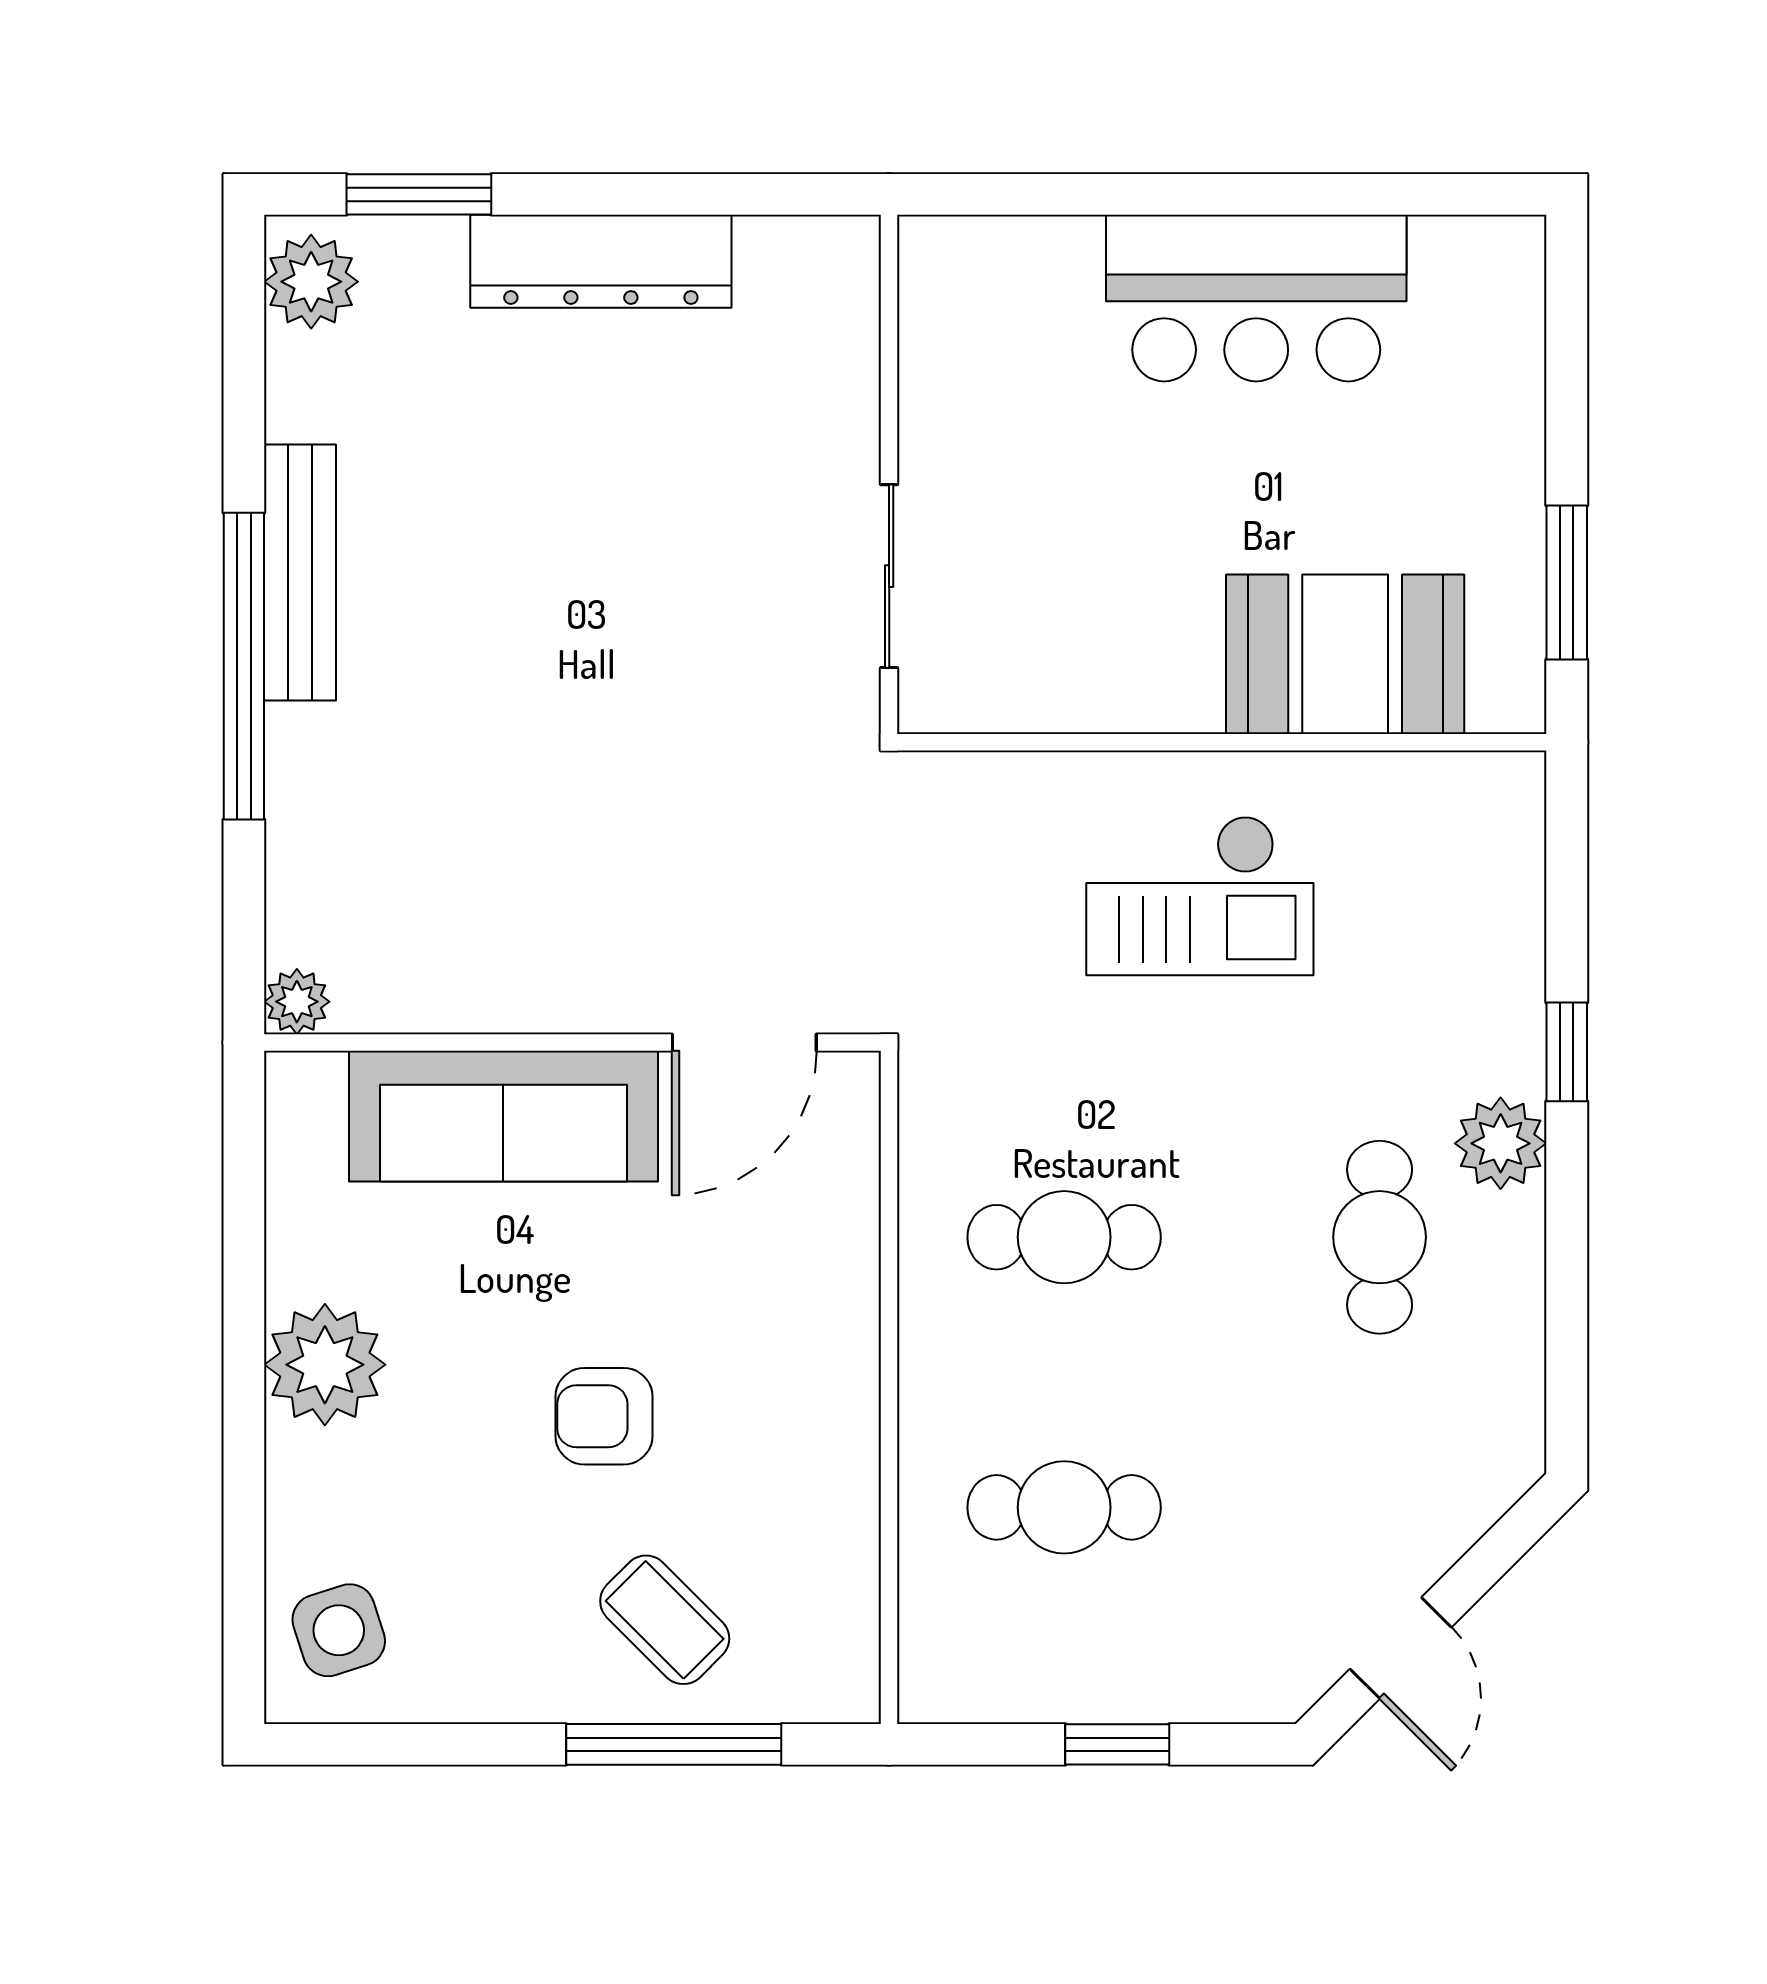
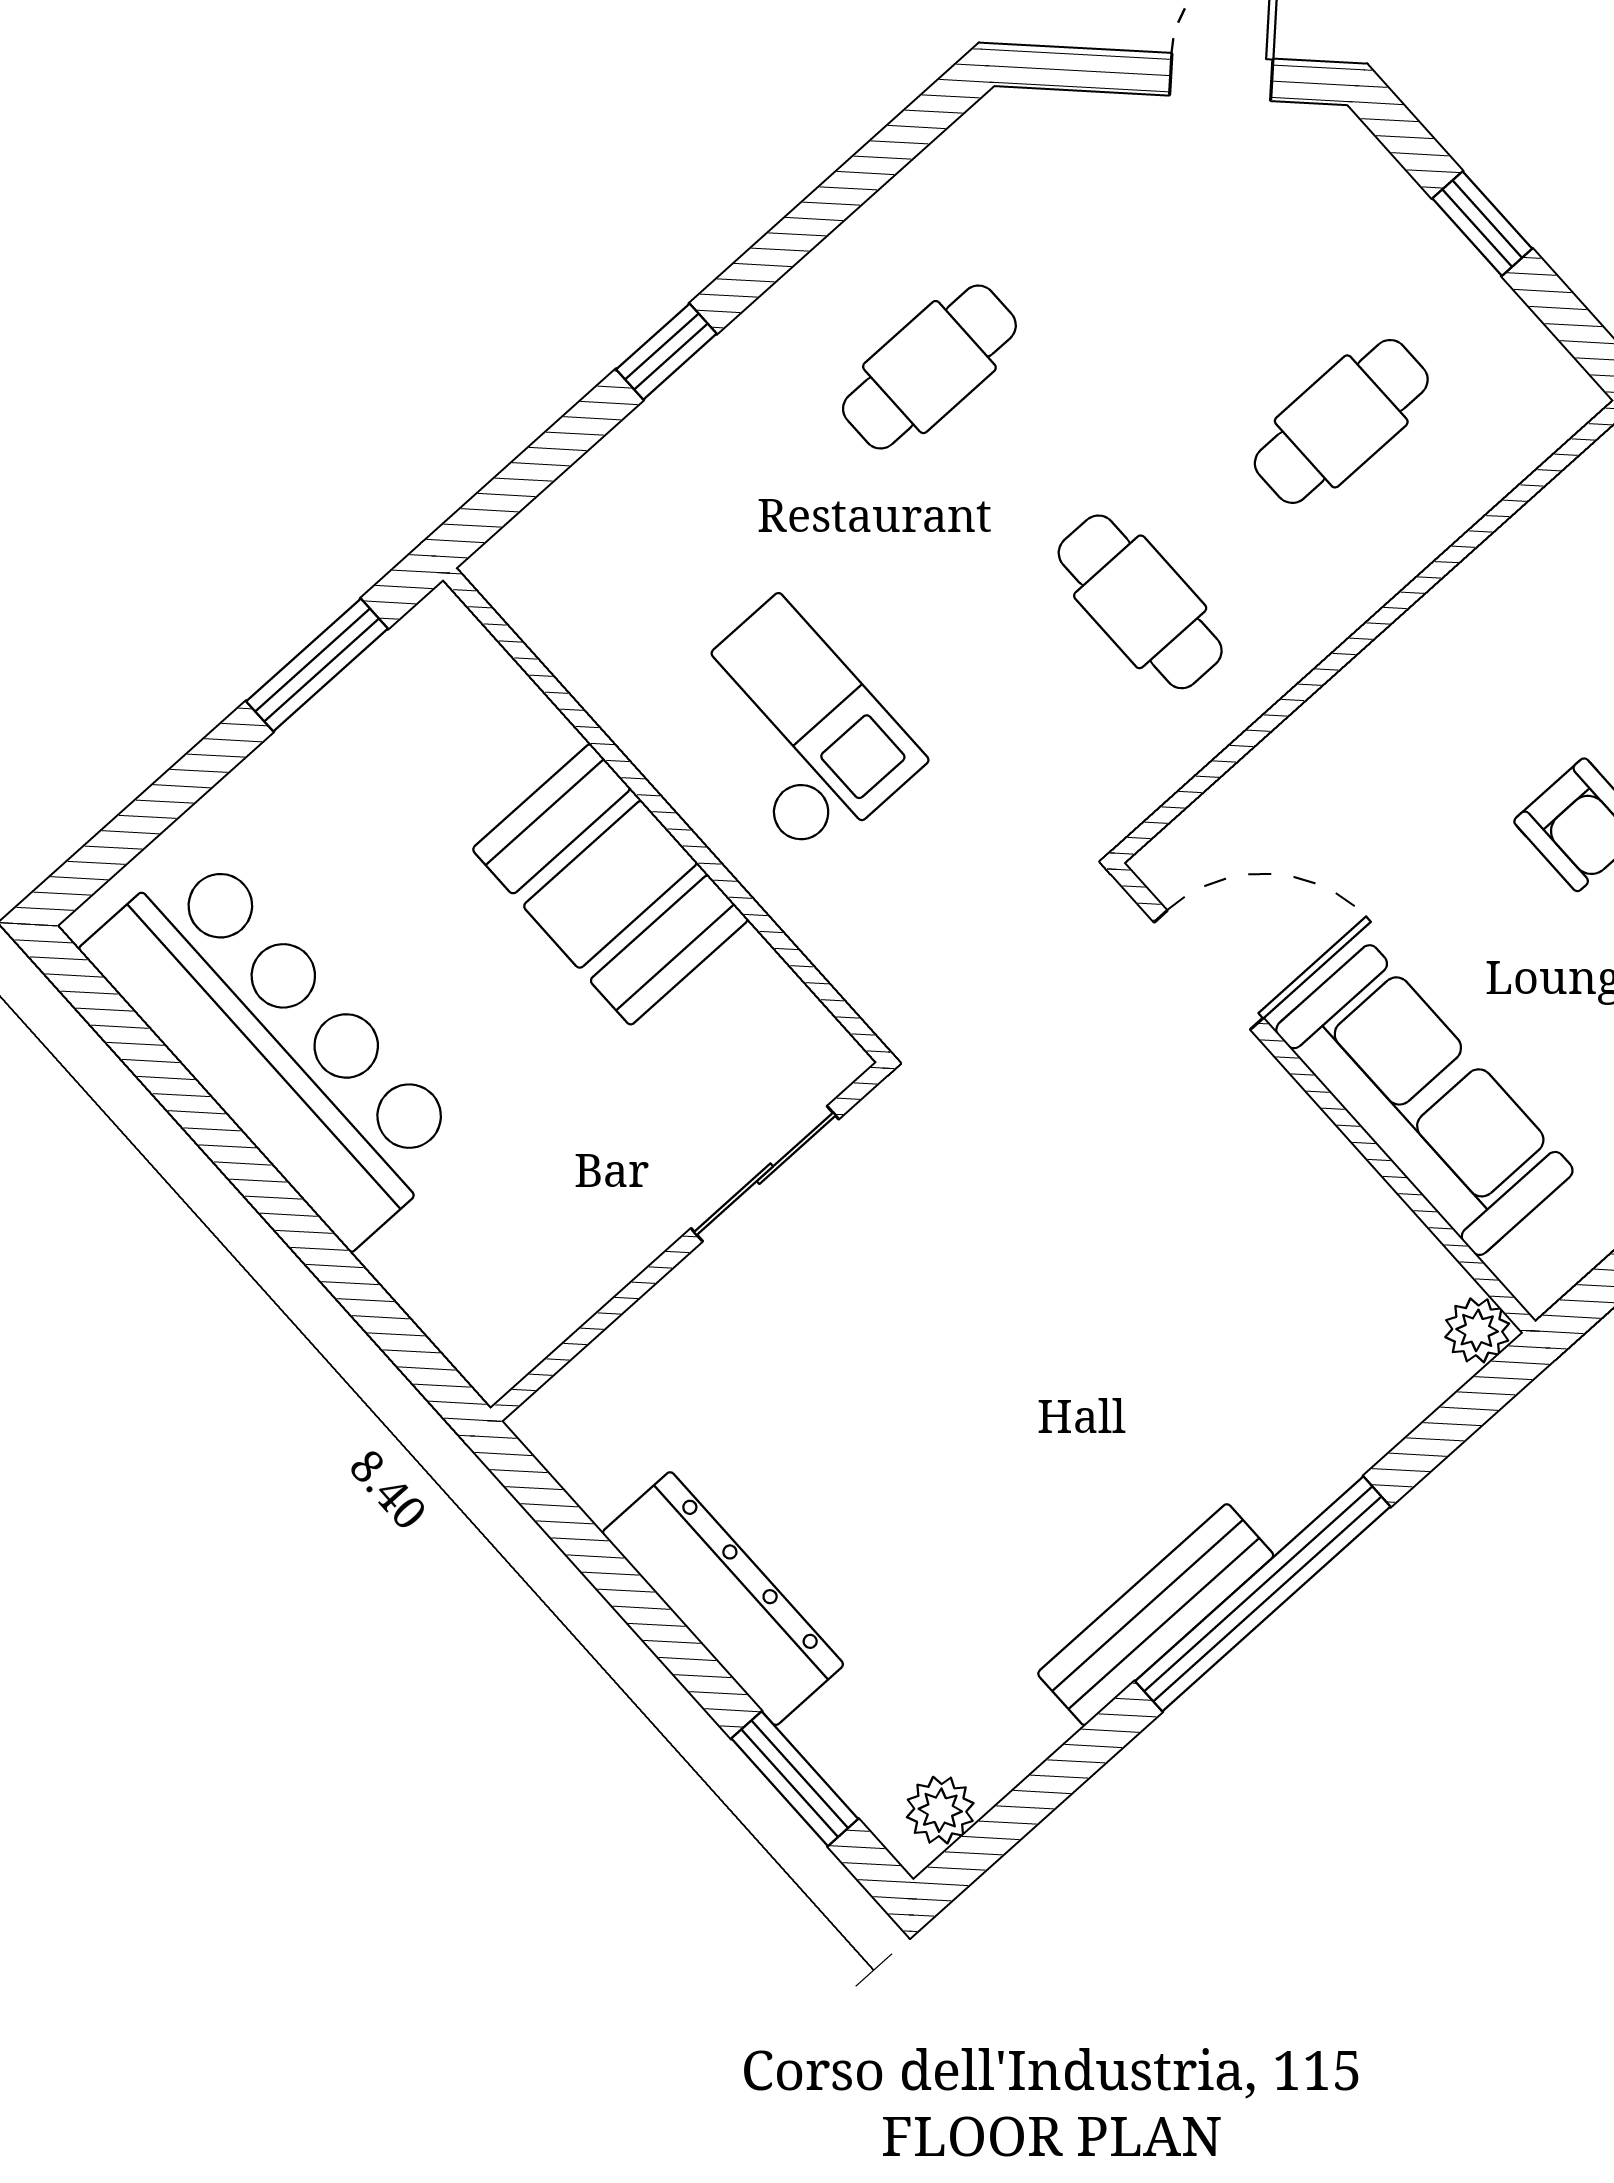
plant: (311, 282) -> (940, 1810), width x0.73, depth x0.73
bar counter: (1256, 298) -> (276, 1045), width x1.36
booth: (1345, 654) -> (610, 884), moved
plant: (1501, 1143) -> (779, 340), removed
cafe table: (1064, 1507) -> (1341, 421), turned 90

